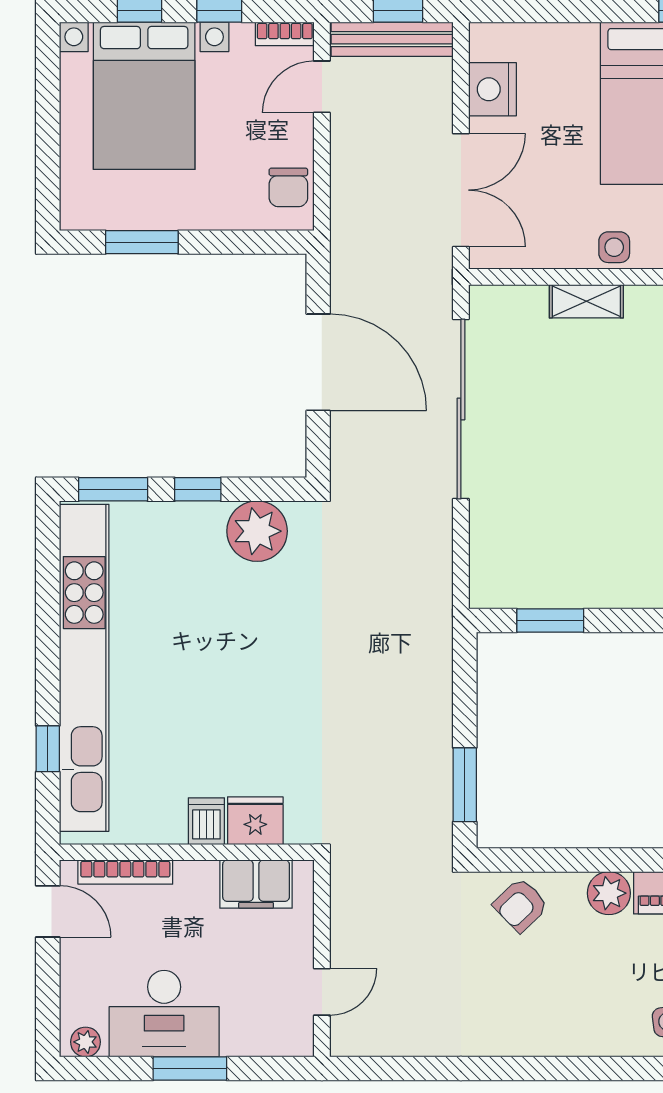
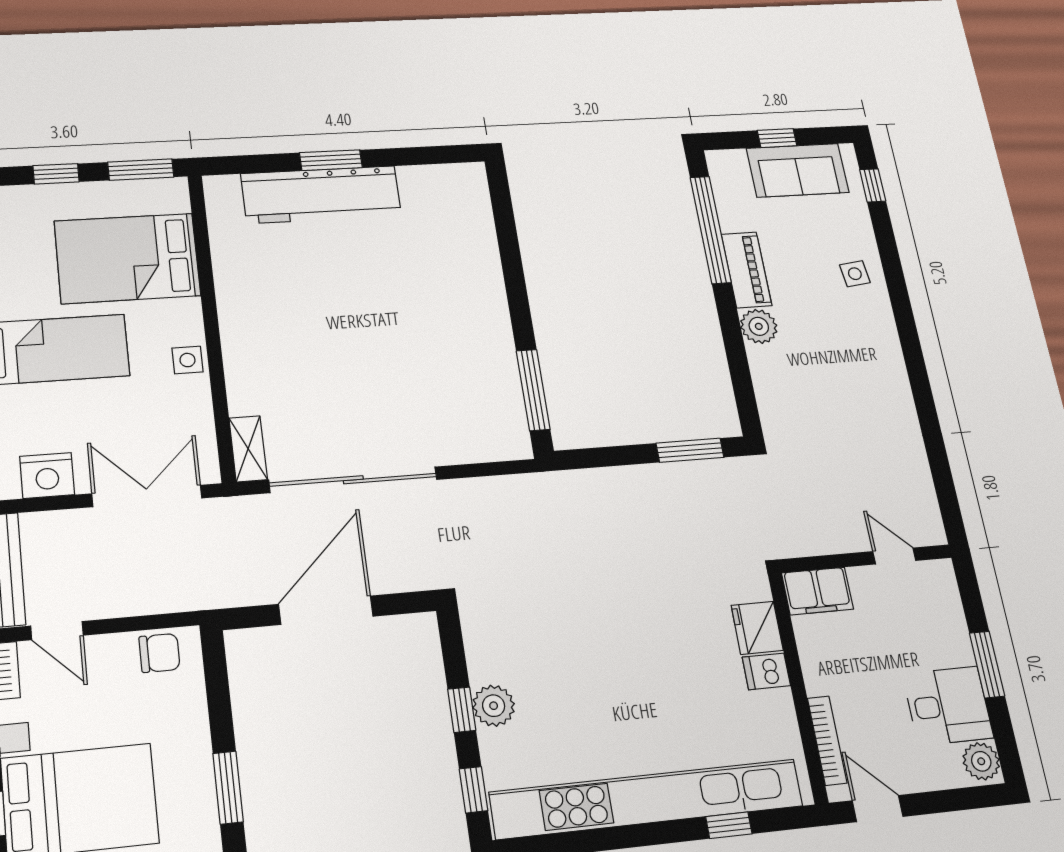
shelving: (586, 301) -> (248, 449), moved
window: (113, 489) -> (474, 790), width x0.67
plant: (257, 531) -> (494, 706), moved, width x0.73, depth x0.73
window: (550, 621) -> (533, 390), width x1.44
filing cabinet: (256, 884) -> (817, 591), moved, turned 90
armchair: (521, 905) -> (784, 396), removed
door: (48, 911) -> (878, 809), hinge flipped
desk: (164, 1014) -> (948, 706), width x0.73
plant: (86, 1042) -> (981, 761), width x1.38, depth x1.38

